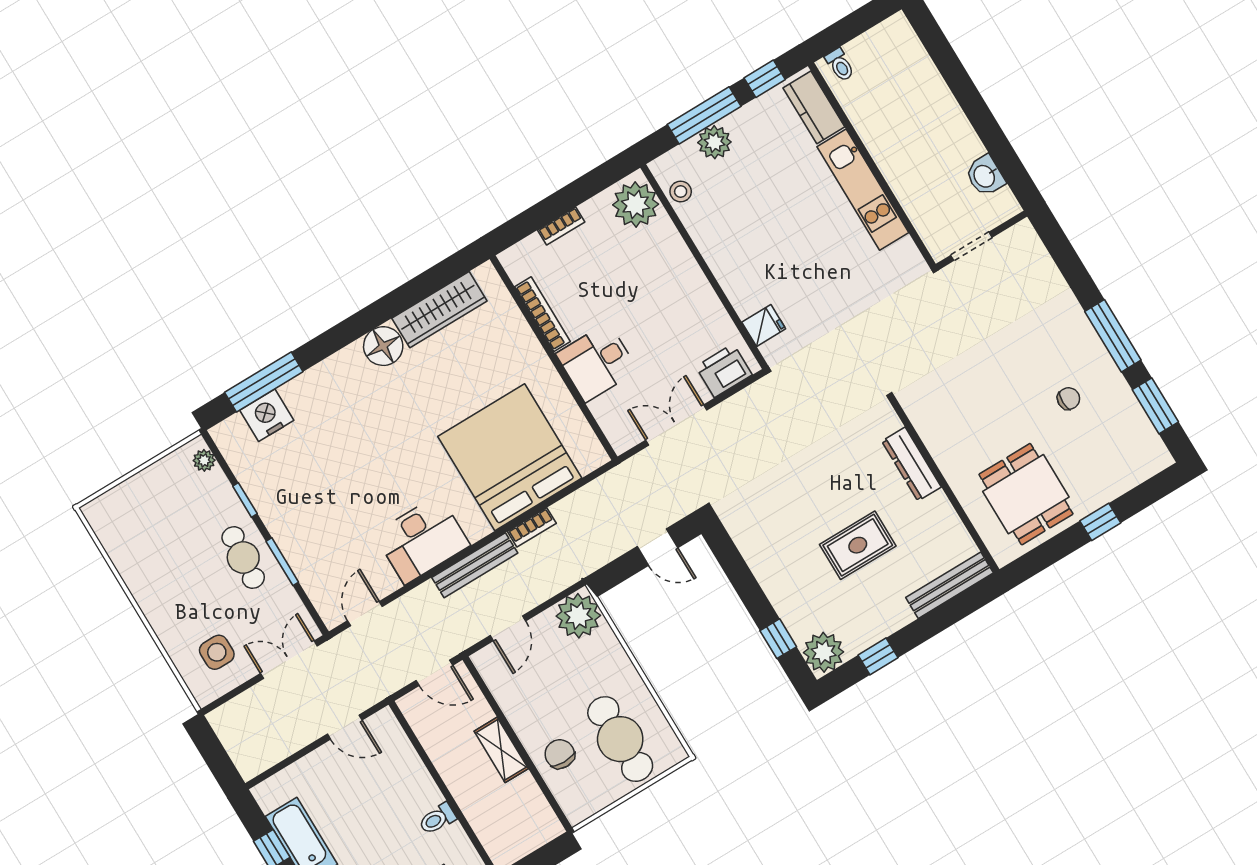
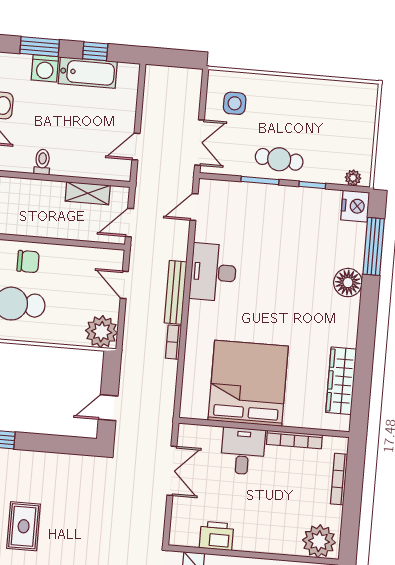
bookcase: (561, 226) -> (339, 479), width x1.56
floor lamp: (383, 346) -> (348, 283), moved
printer: (724, 371) -> (216, 536), moved, turned -90
nightstand: (267, 415) -> (355, 206), moved
bed: (510, 457) -> (248, 383), moved, turned -90
door: (365, 614) -> (194, 207), swing flipped
shelving: (501, 750) -> (88, 193), moved

